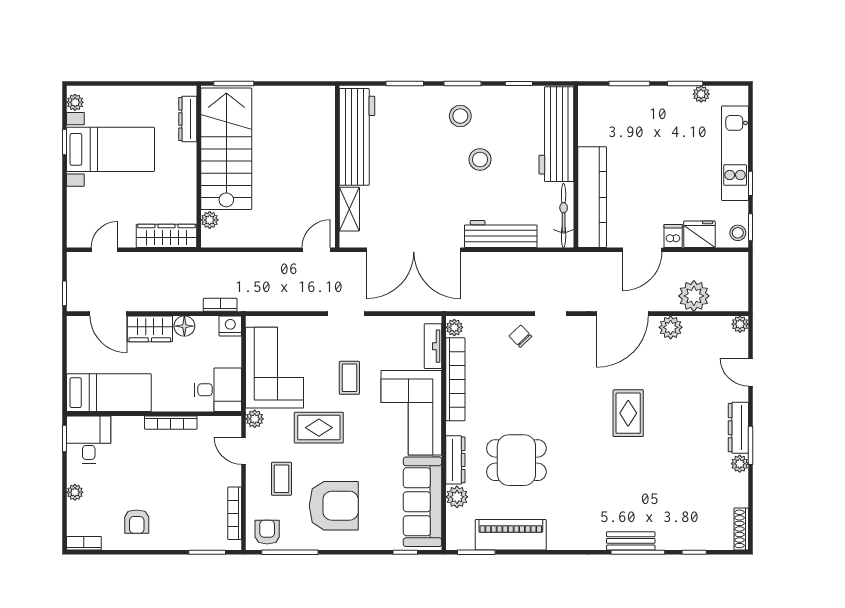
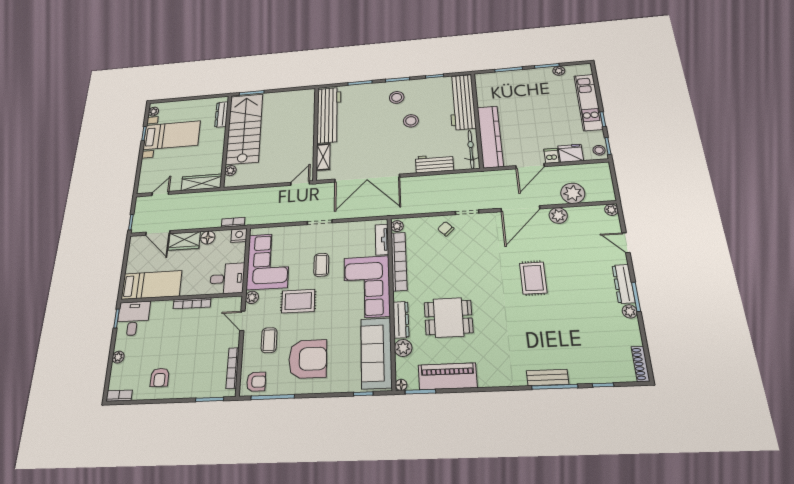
workbench: (501, 234) -> (434, 163), width x0.73
armchair: (267, 532) -> (256, 382), turned 90
floor lamp: (453, 543) -> (401, 385), added

